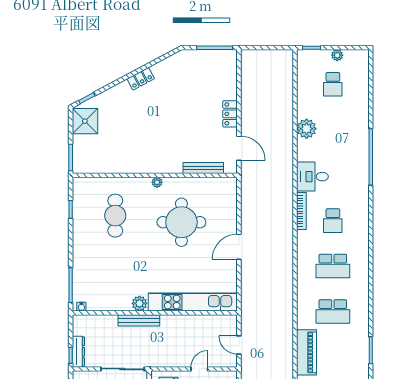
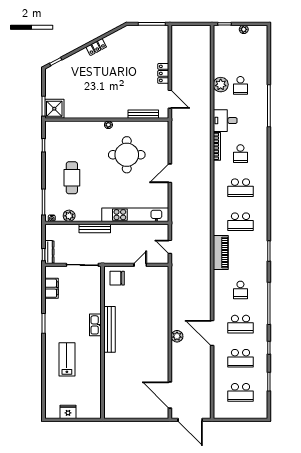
school desk: (333, 84) -> (240, 85), moved
shower: (85, 121) -> (54, 109), moved
cafe table: (115, 216) -> (72, 178), moved
plant: (140, 303) -> (69, 216), moved

